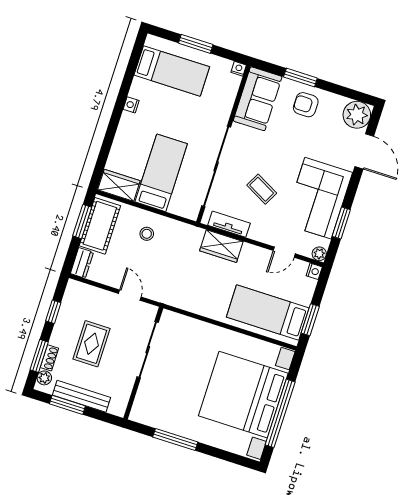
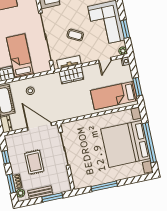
door: (130, 295) -> (40, 127), width x1.88
bench: (81, 396) -> (40, 192), width x0.73
window: (67, 405) -> (52, 197), moved

